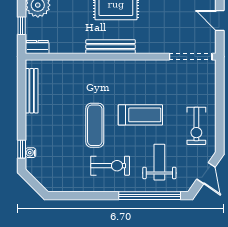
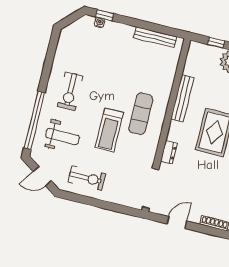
dresser: (37, 47) -> (169, 152), moved
bench: (111, 47) -> (182, 98), moved
exercise mat: (95, 125) -> (141, 114), moved, turned 90
exercise bike: (196, 126) -> (87, 178), turned 180

